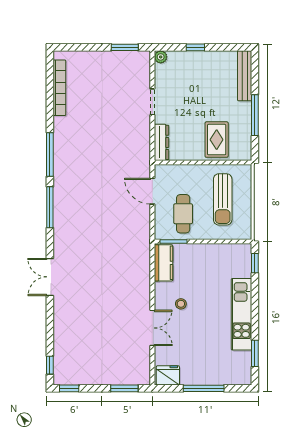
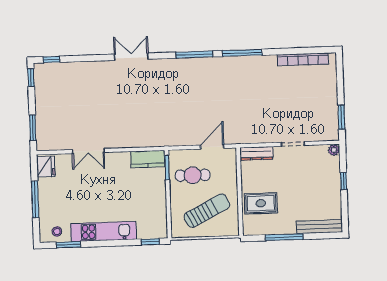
sun lounger: (223, 199) -> (207, 211), turned 153
stool: (181, 304) -> (57, 231), moved

